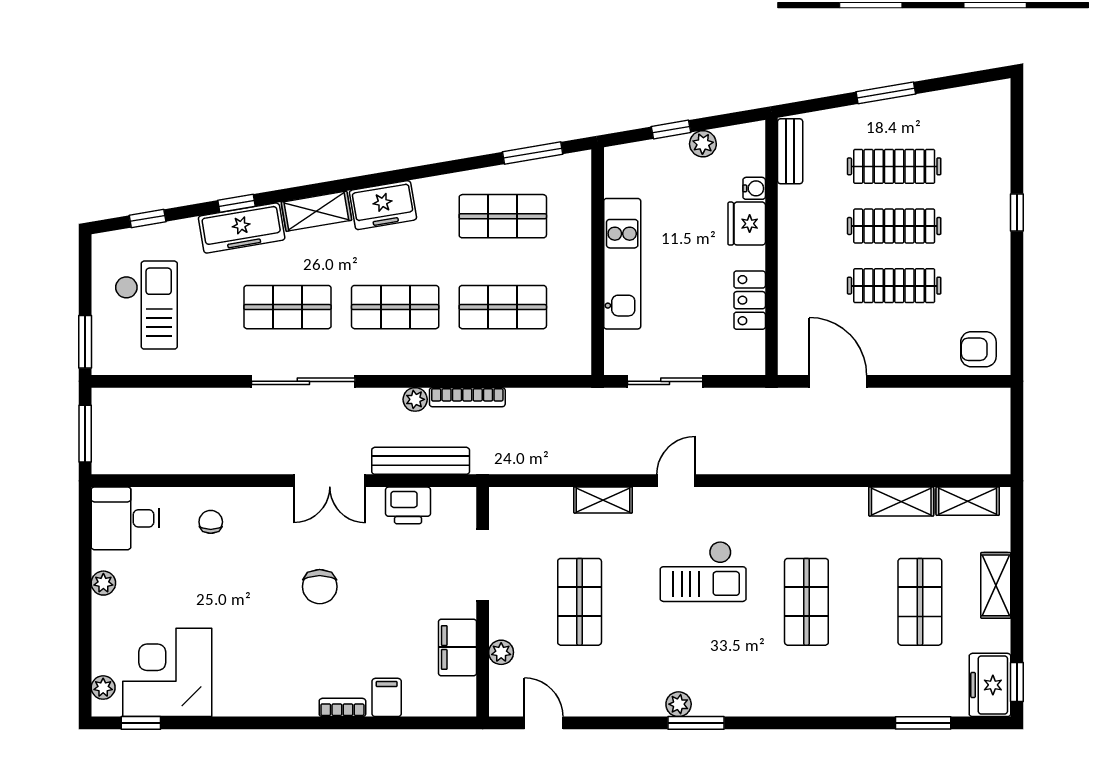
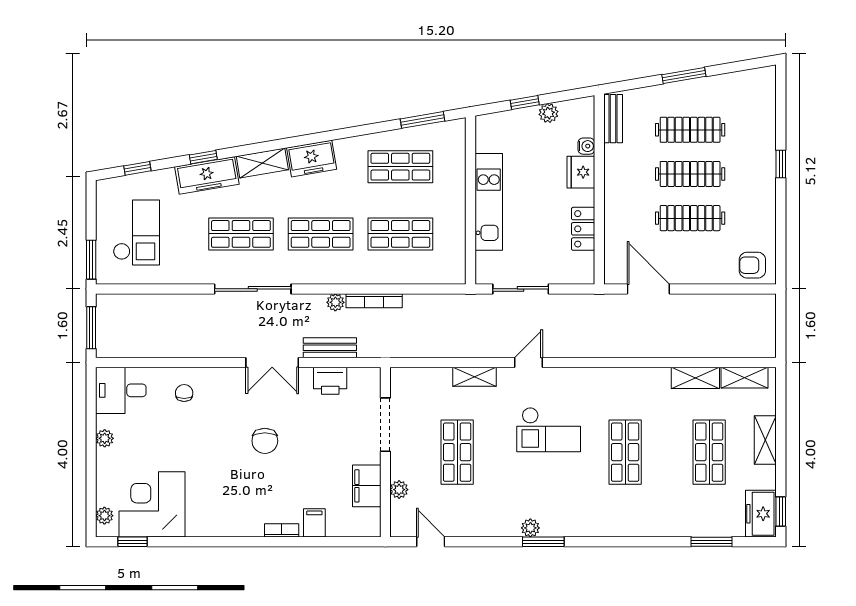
bench: (421, 461) -> (330, 348), width x0.73

